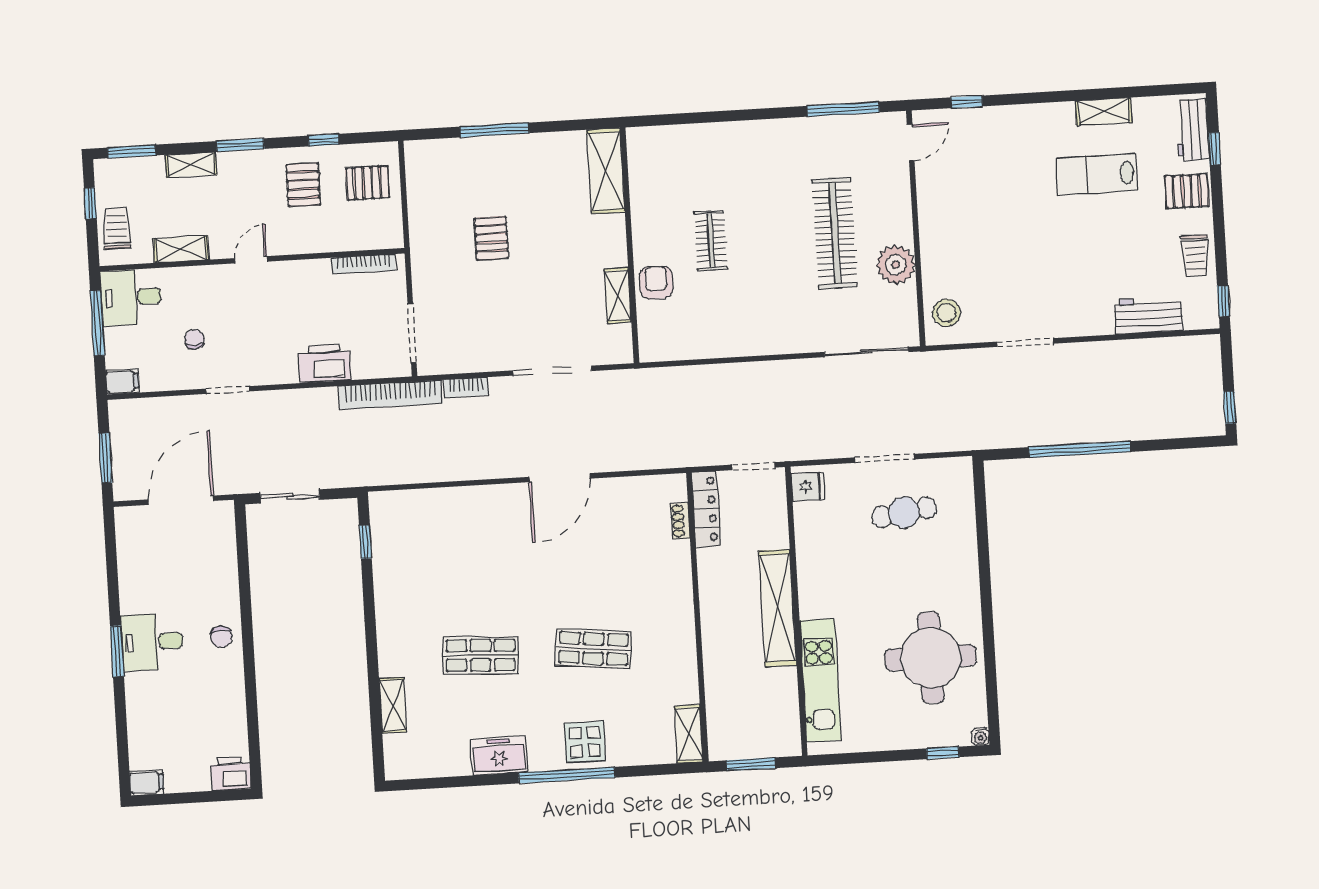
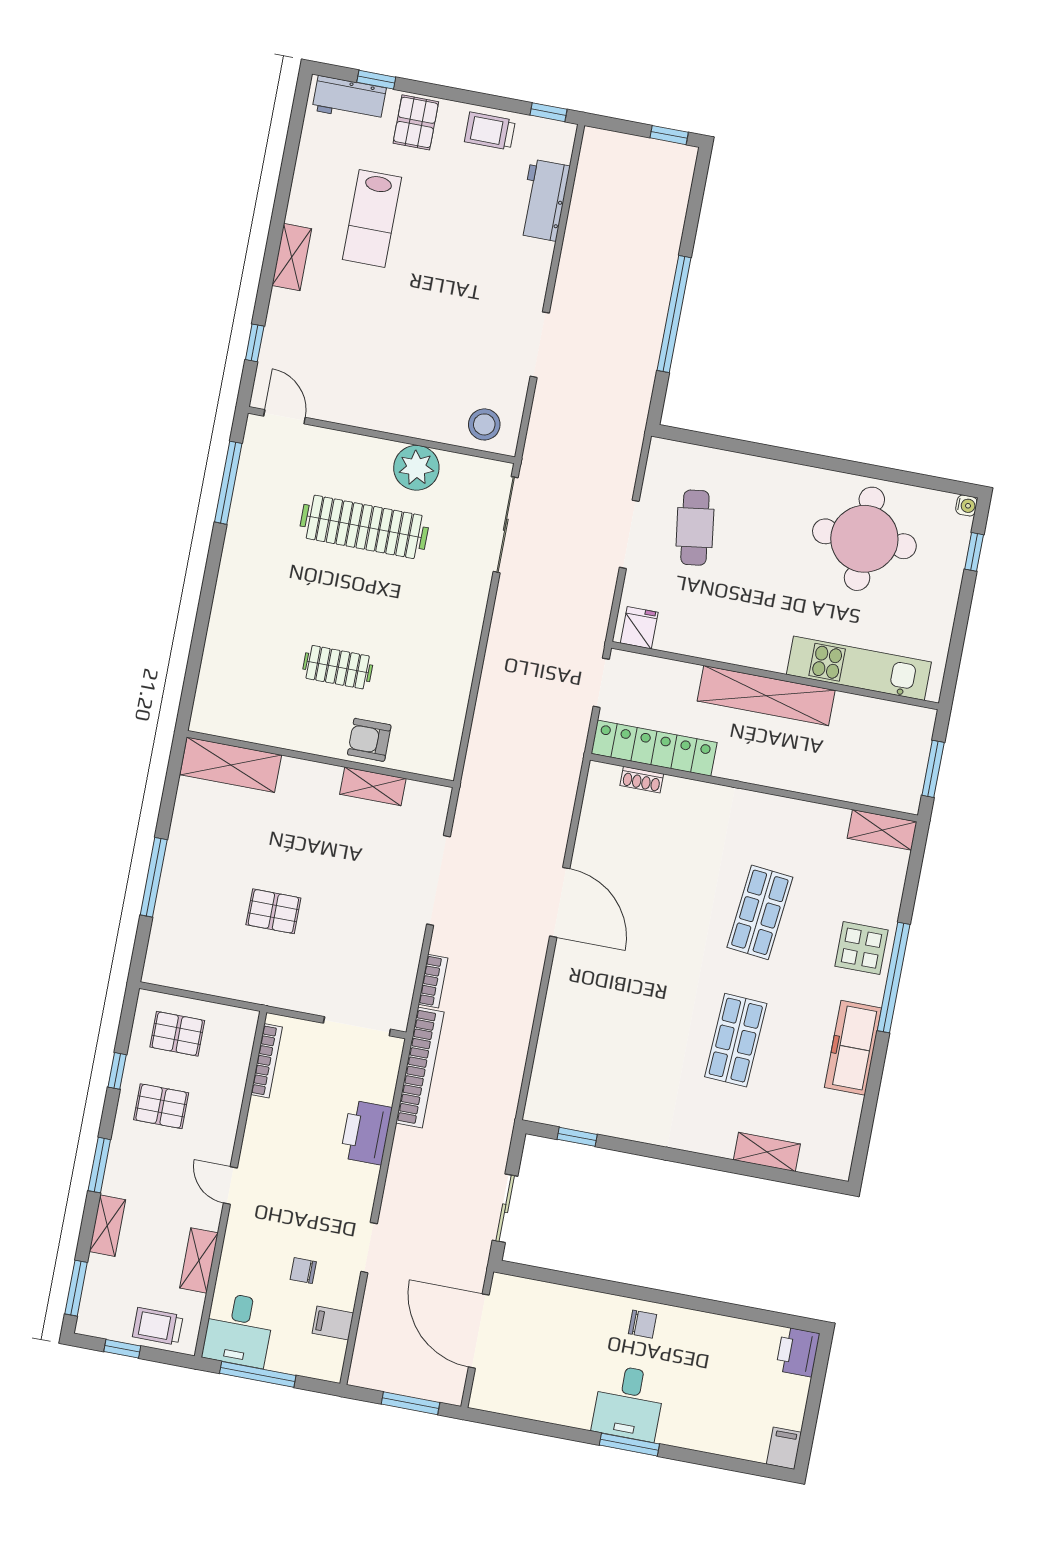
shelving: (1104, 112) -> (292, 257), moved
pallet: (368, 183) -> (177, 1034), turned 90
trolley: (1195, 255) -> (490, 131), turned 180
filing cabinet: (122, 381) -> (333, 1323), moved, turned -90
locker: (706, 509) -> (654, 748), width x1.41, depth x1.21
freezer: (499, 756) -> (853, 1048), width x1.40

